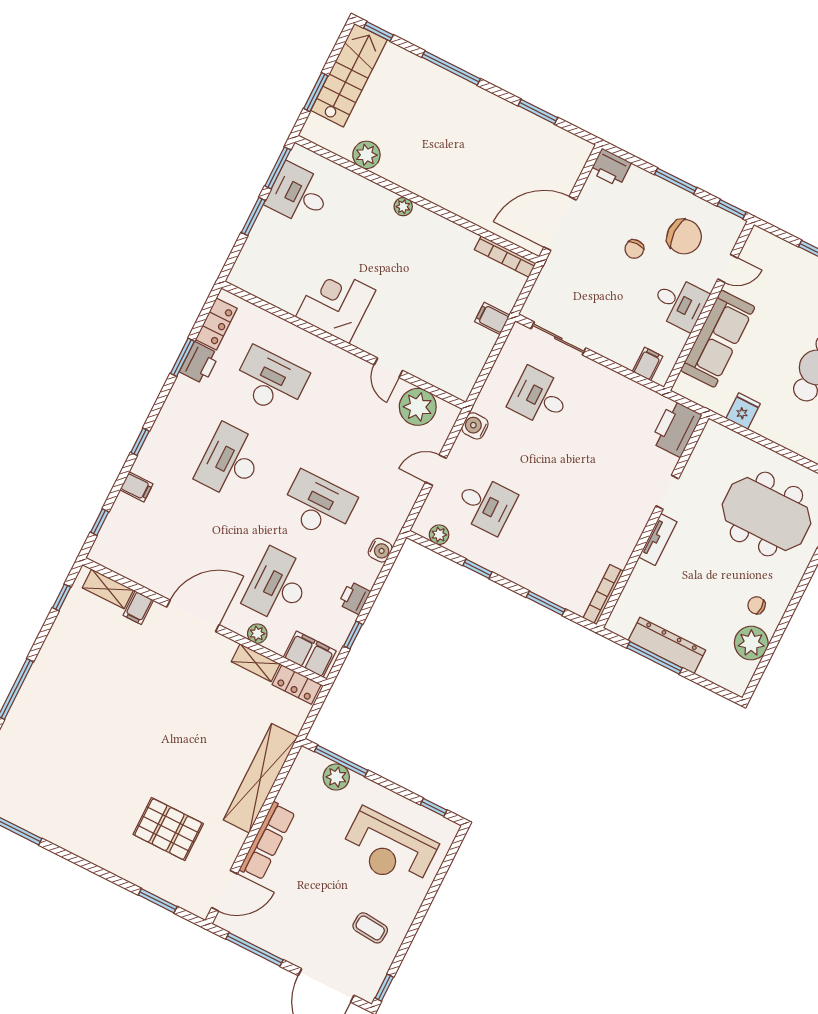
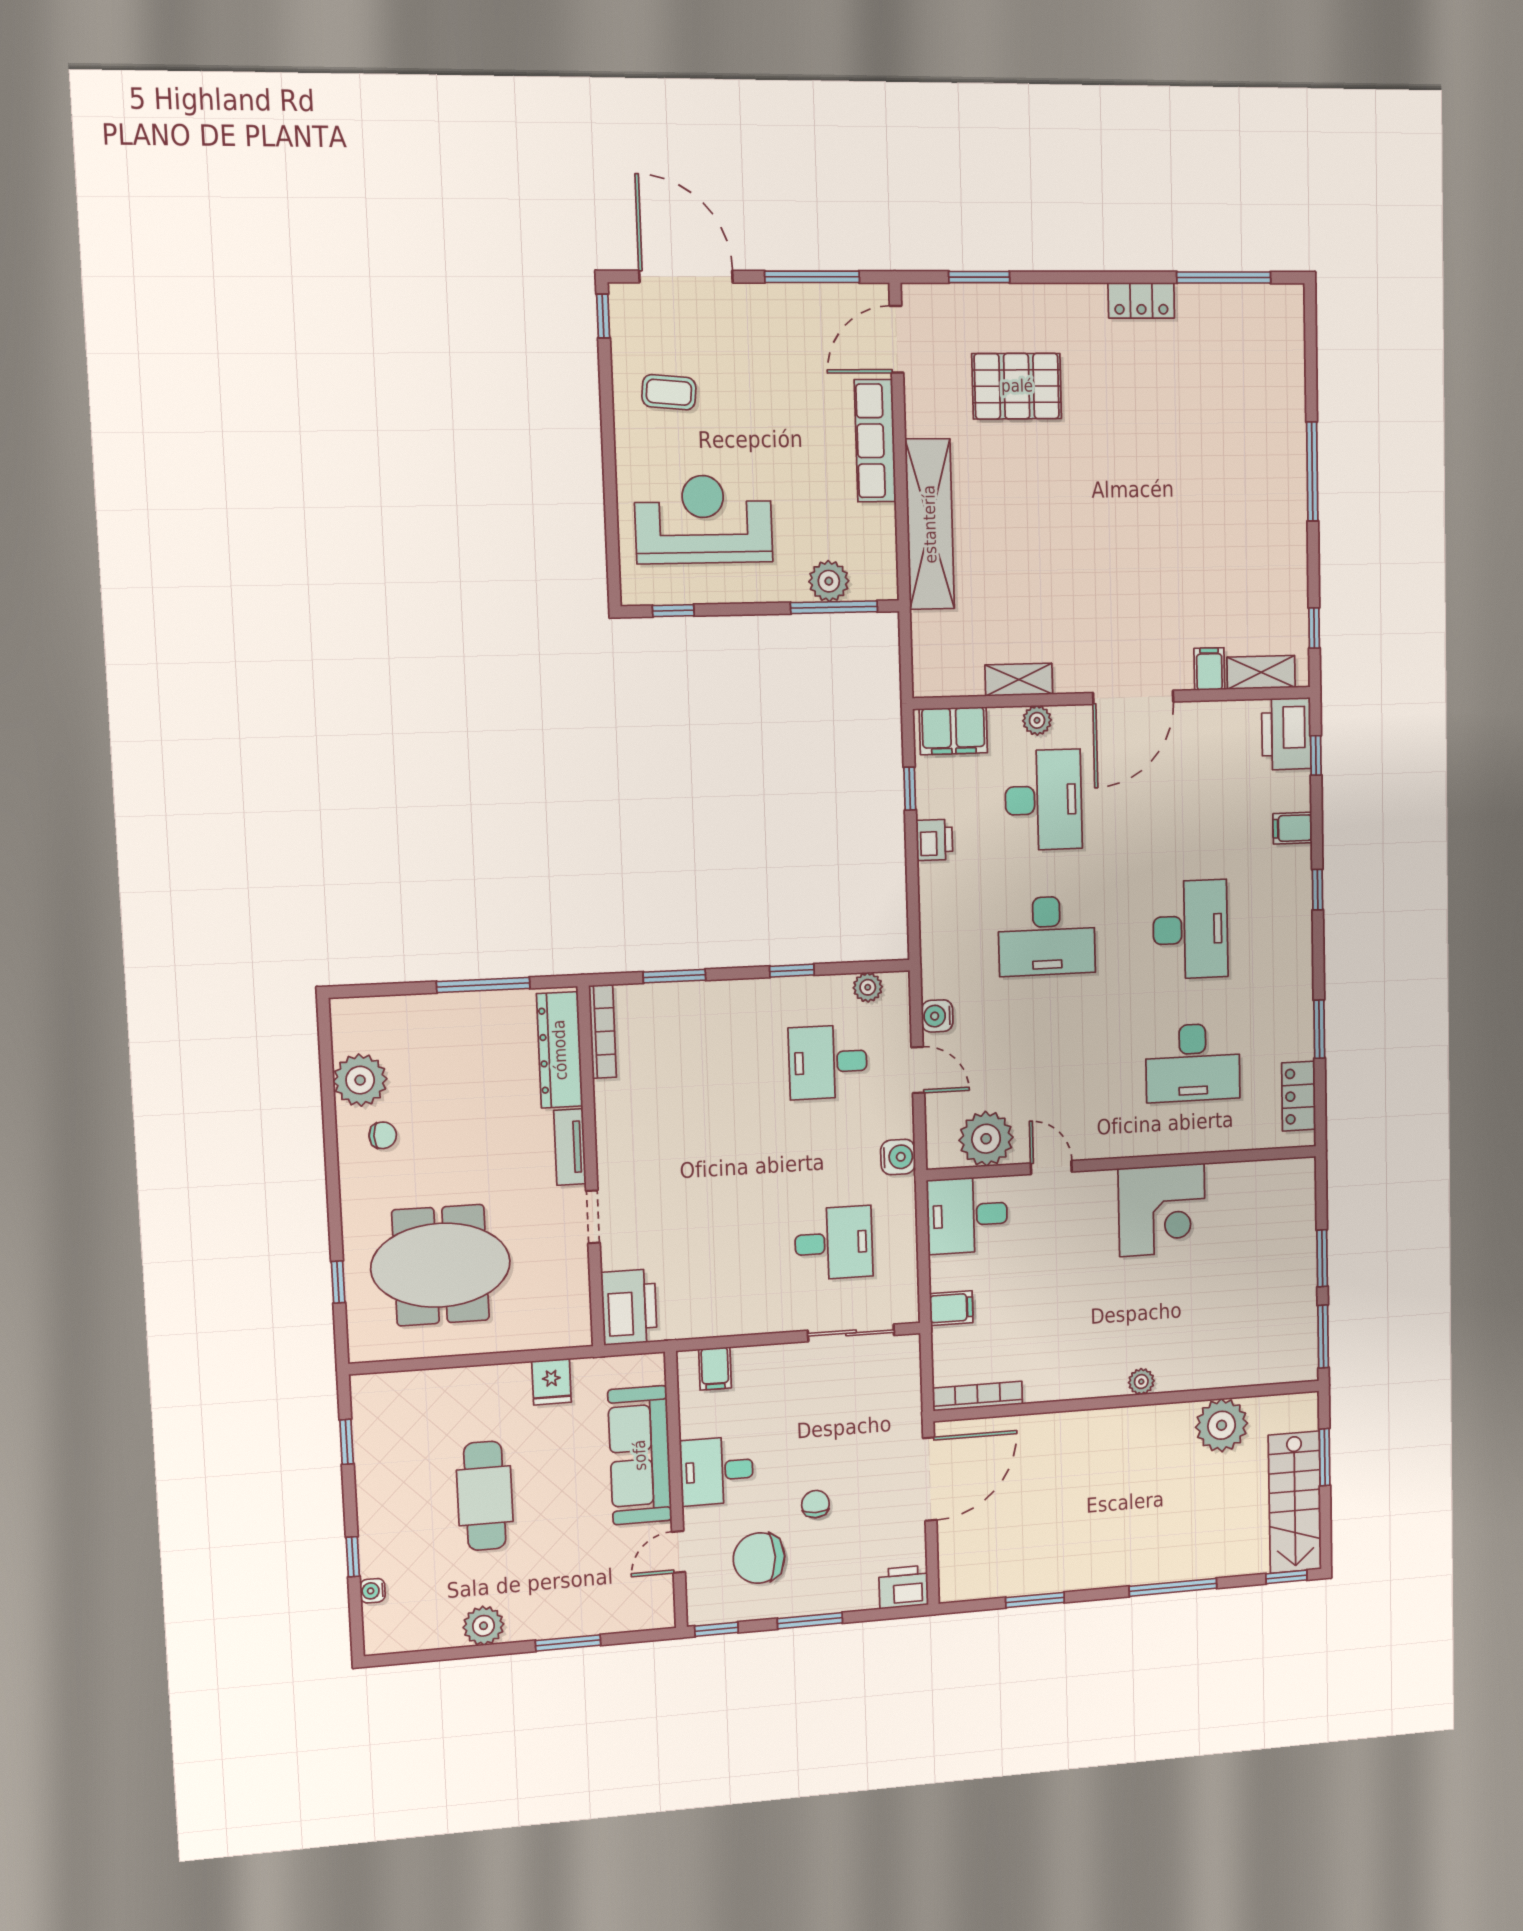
plant: (366, 155) -> (1222, 1425), width x1.36, depth x1.36
desk: (299, 194) -> (967, 1215), moved, turned 180
printer: (199, 363) -> (1286, 734), moved, width x1.37, depth x1.19
door: (436, 470) -> (918, 1070), hinge flipped
water cooler: (380, 550) -> (937, 1016), moved
dresser: (667, 645) -> (560, 1050), moved, turned 90
locker: (297, 685) -> (1141, 300), moved, turned 180

